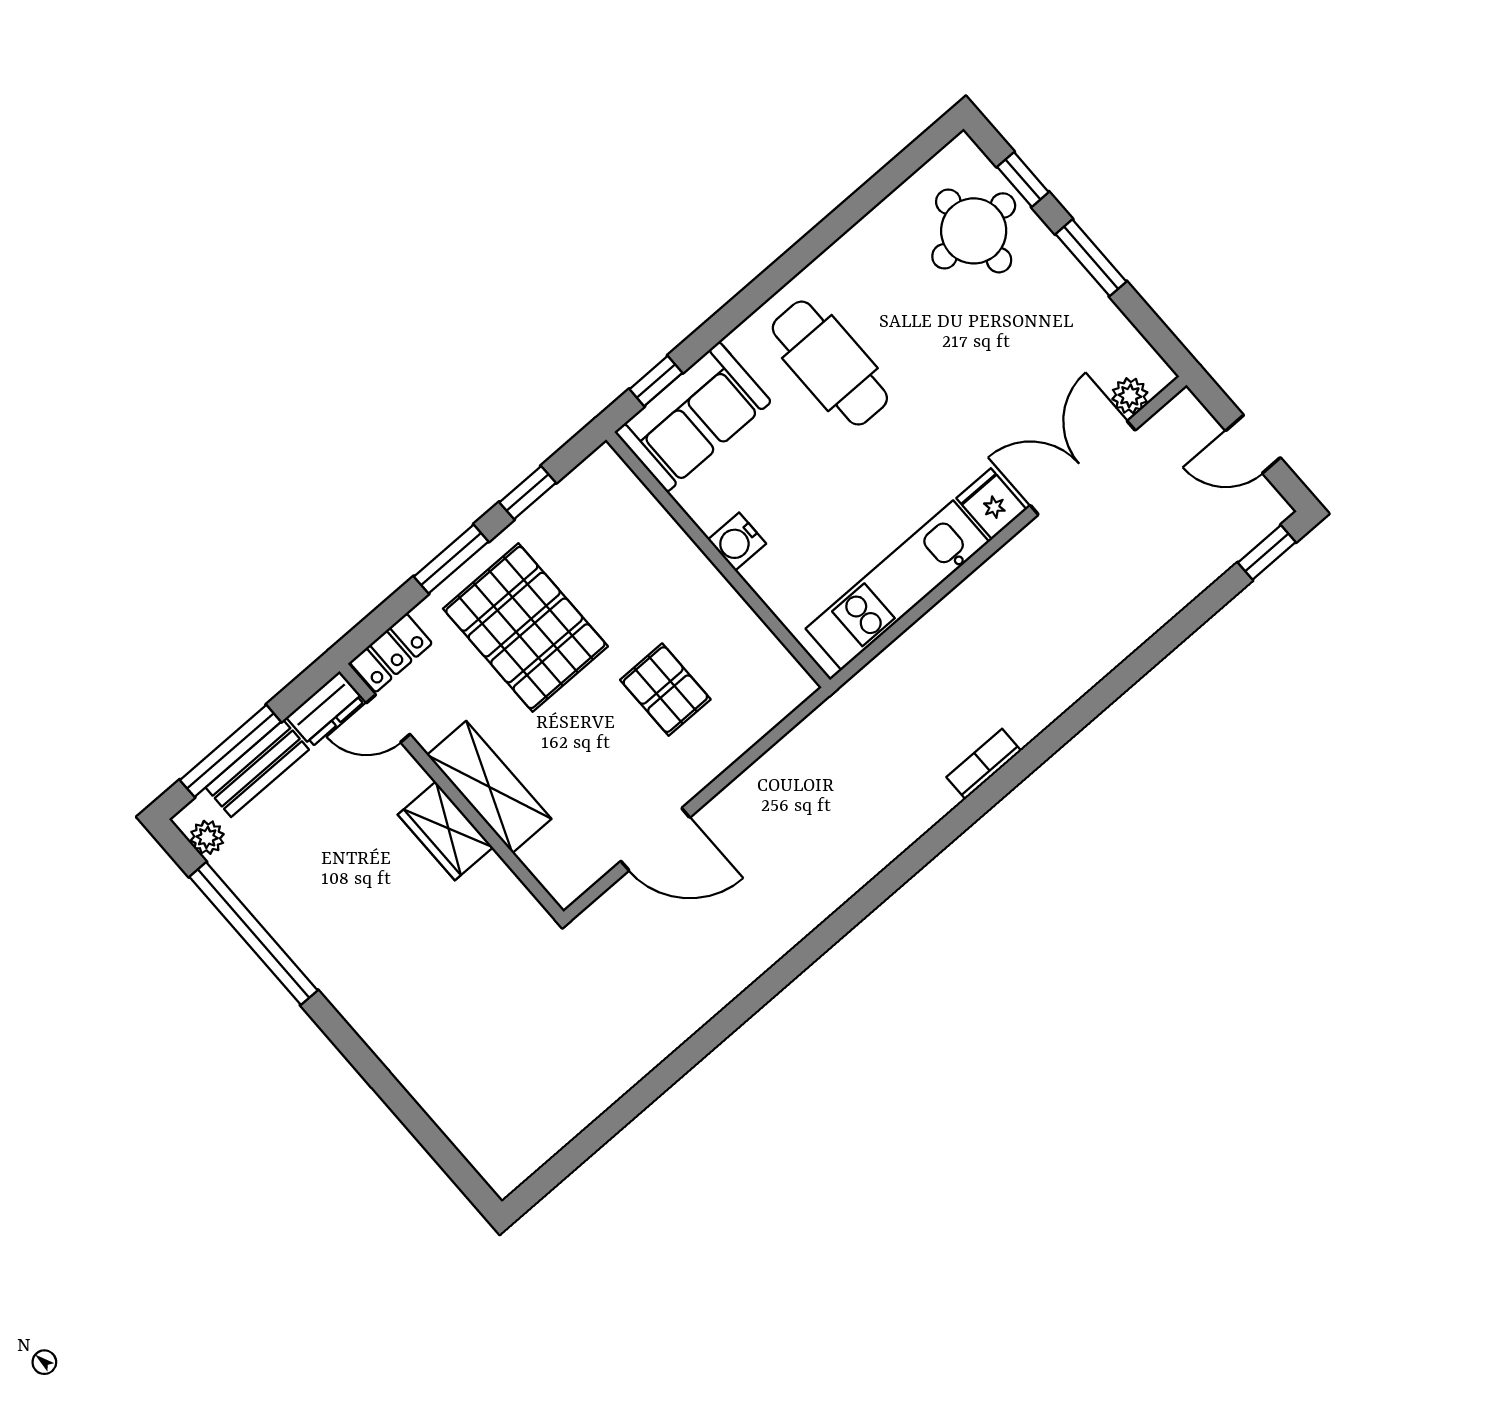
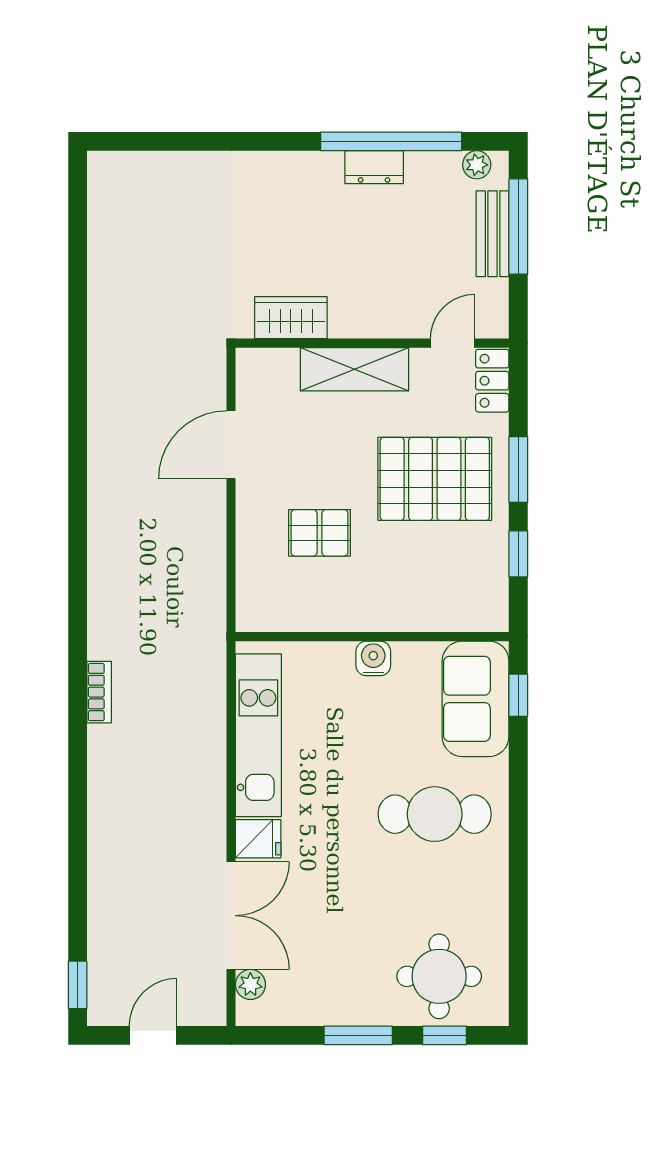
dresser: (325, 709) -> (374, 167), moved, turned -90
wardrobe: (445, 831) -> (291, 318), moved

